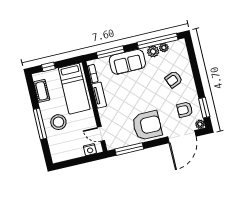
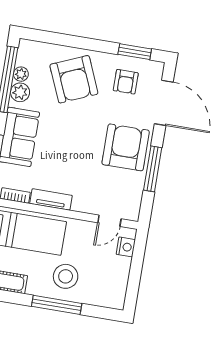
armchair: (174, 79) -> (74, 79), width x1.88, depth x1.88
plant: (200, 124) -> (157, 68), removed
window: (129, 149) -> (153, 169), moved

